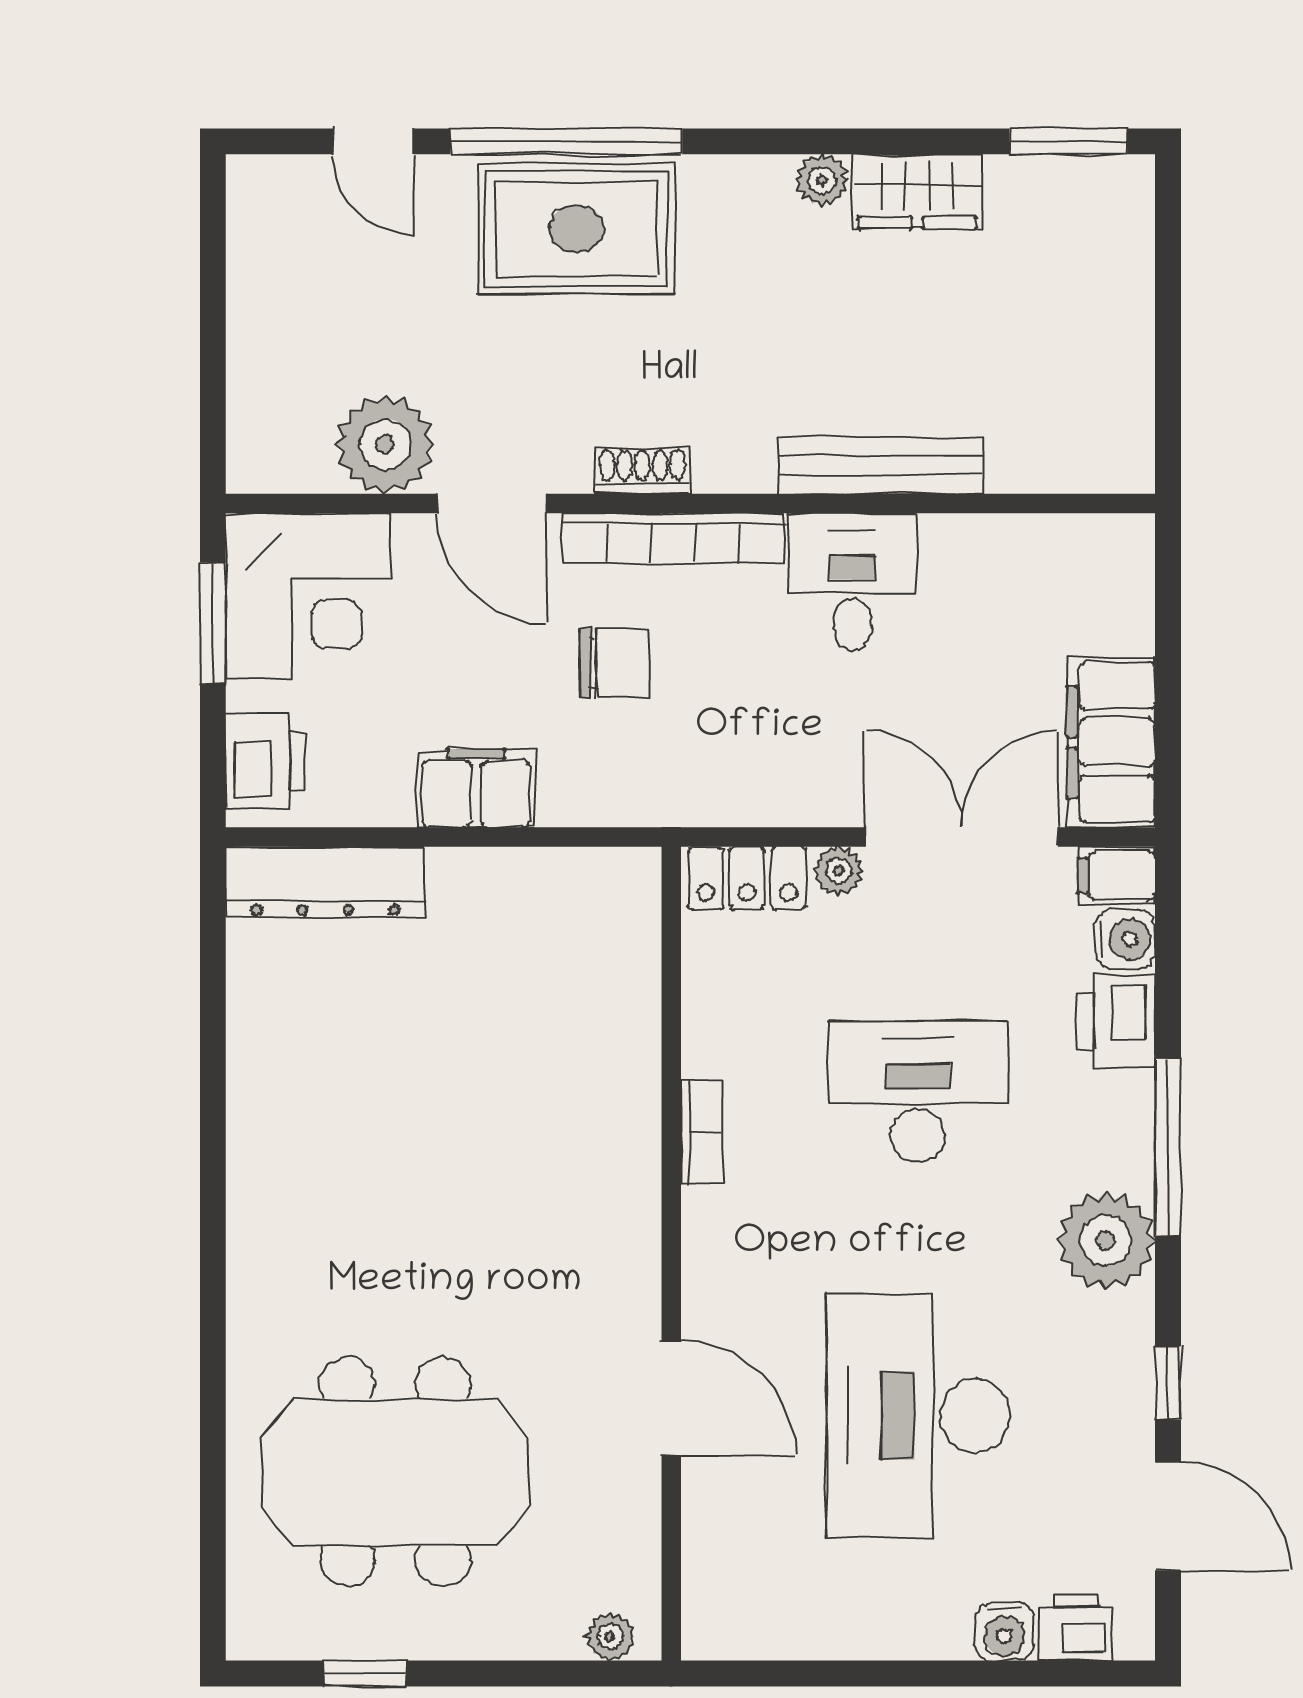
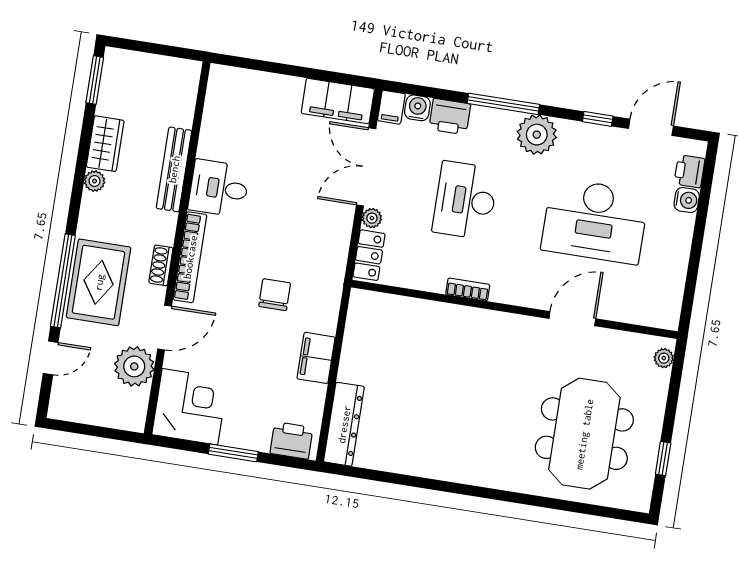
plant: (385, 445) -> (134, 366), moved
bench: (881, 465) -> (174, 169), moved
shoe rack: (642, 471) -> (161, 265), moved
door: (492, 504) -> (165, 328), moved
wall: (690, 504) -> (177, 248), moved
bookcase: (673, 538) -> (190, 257), moved
desk: (852, 582) -> (219, 188), moved
corner desk: (308, 596) -> (190, 407), moved

